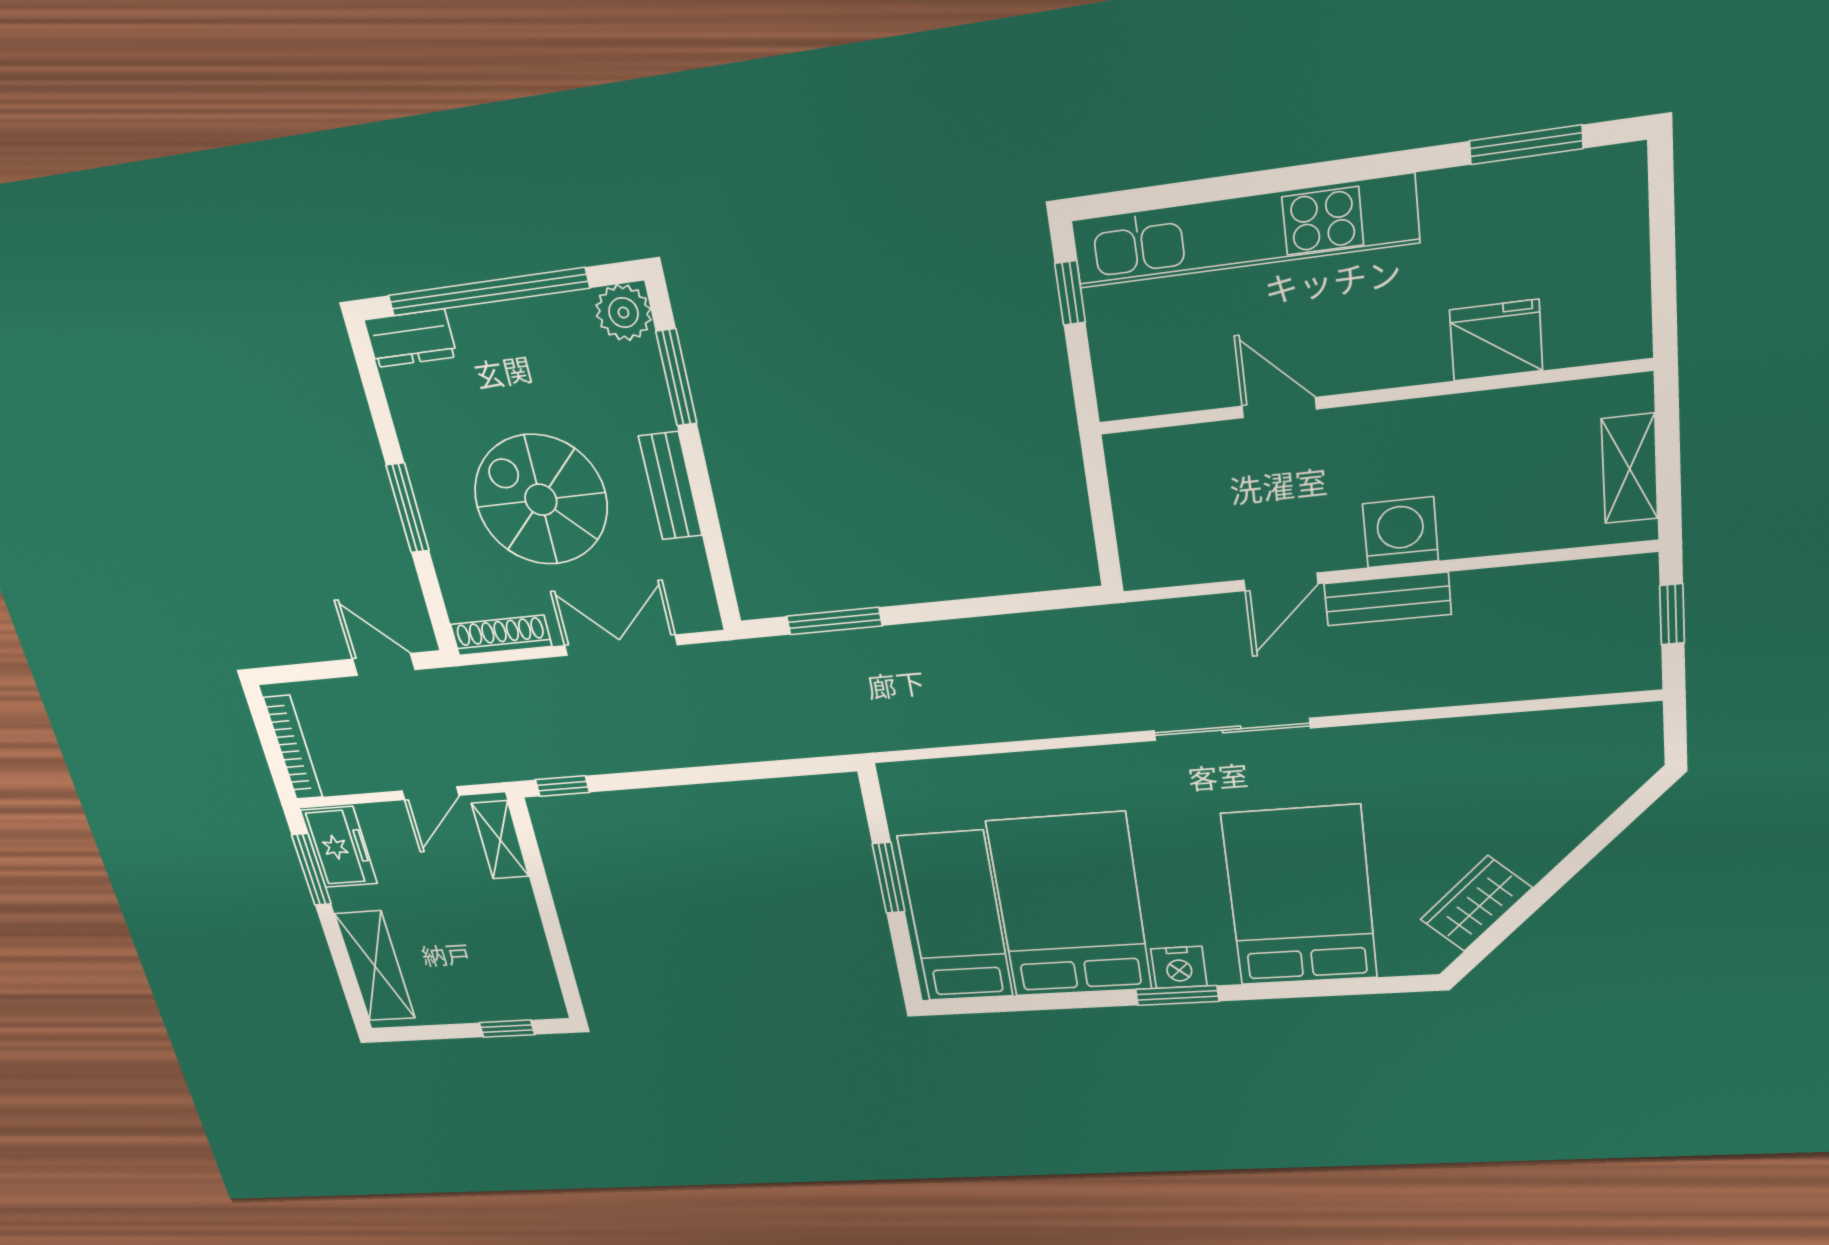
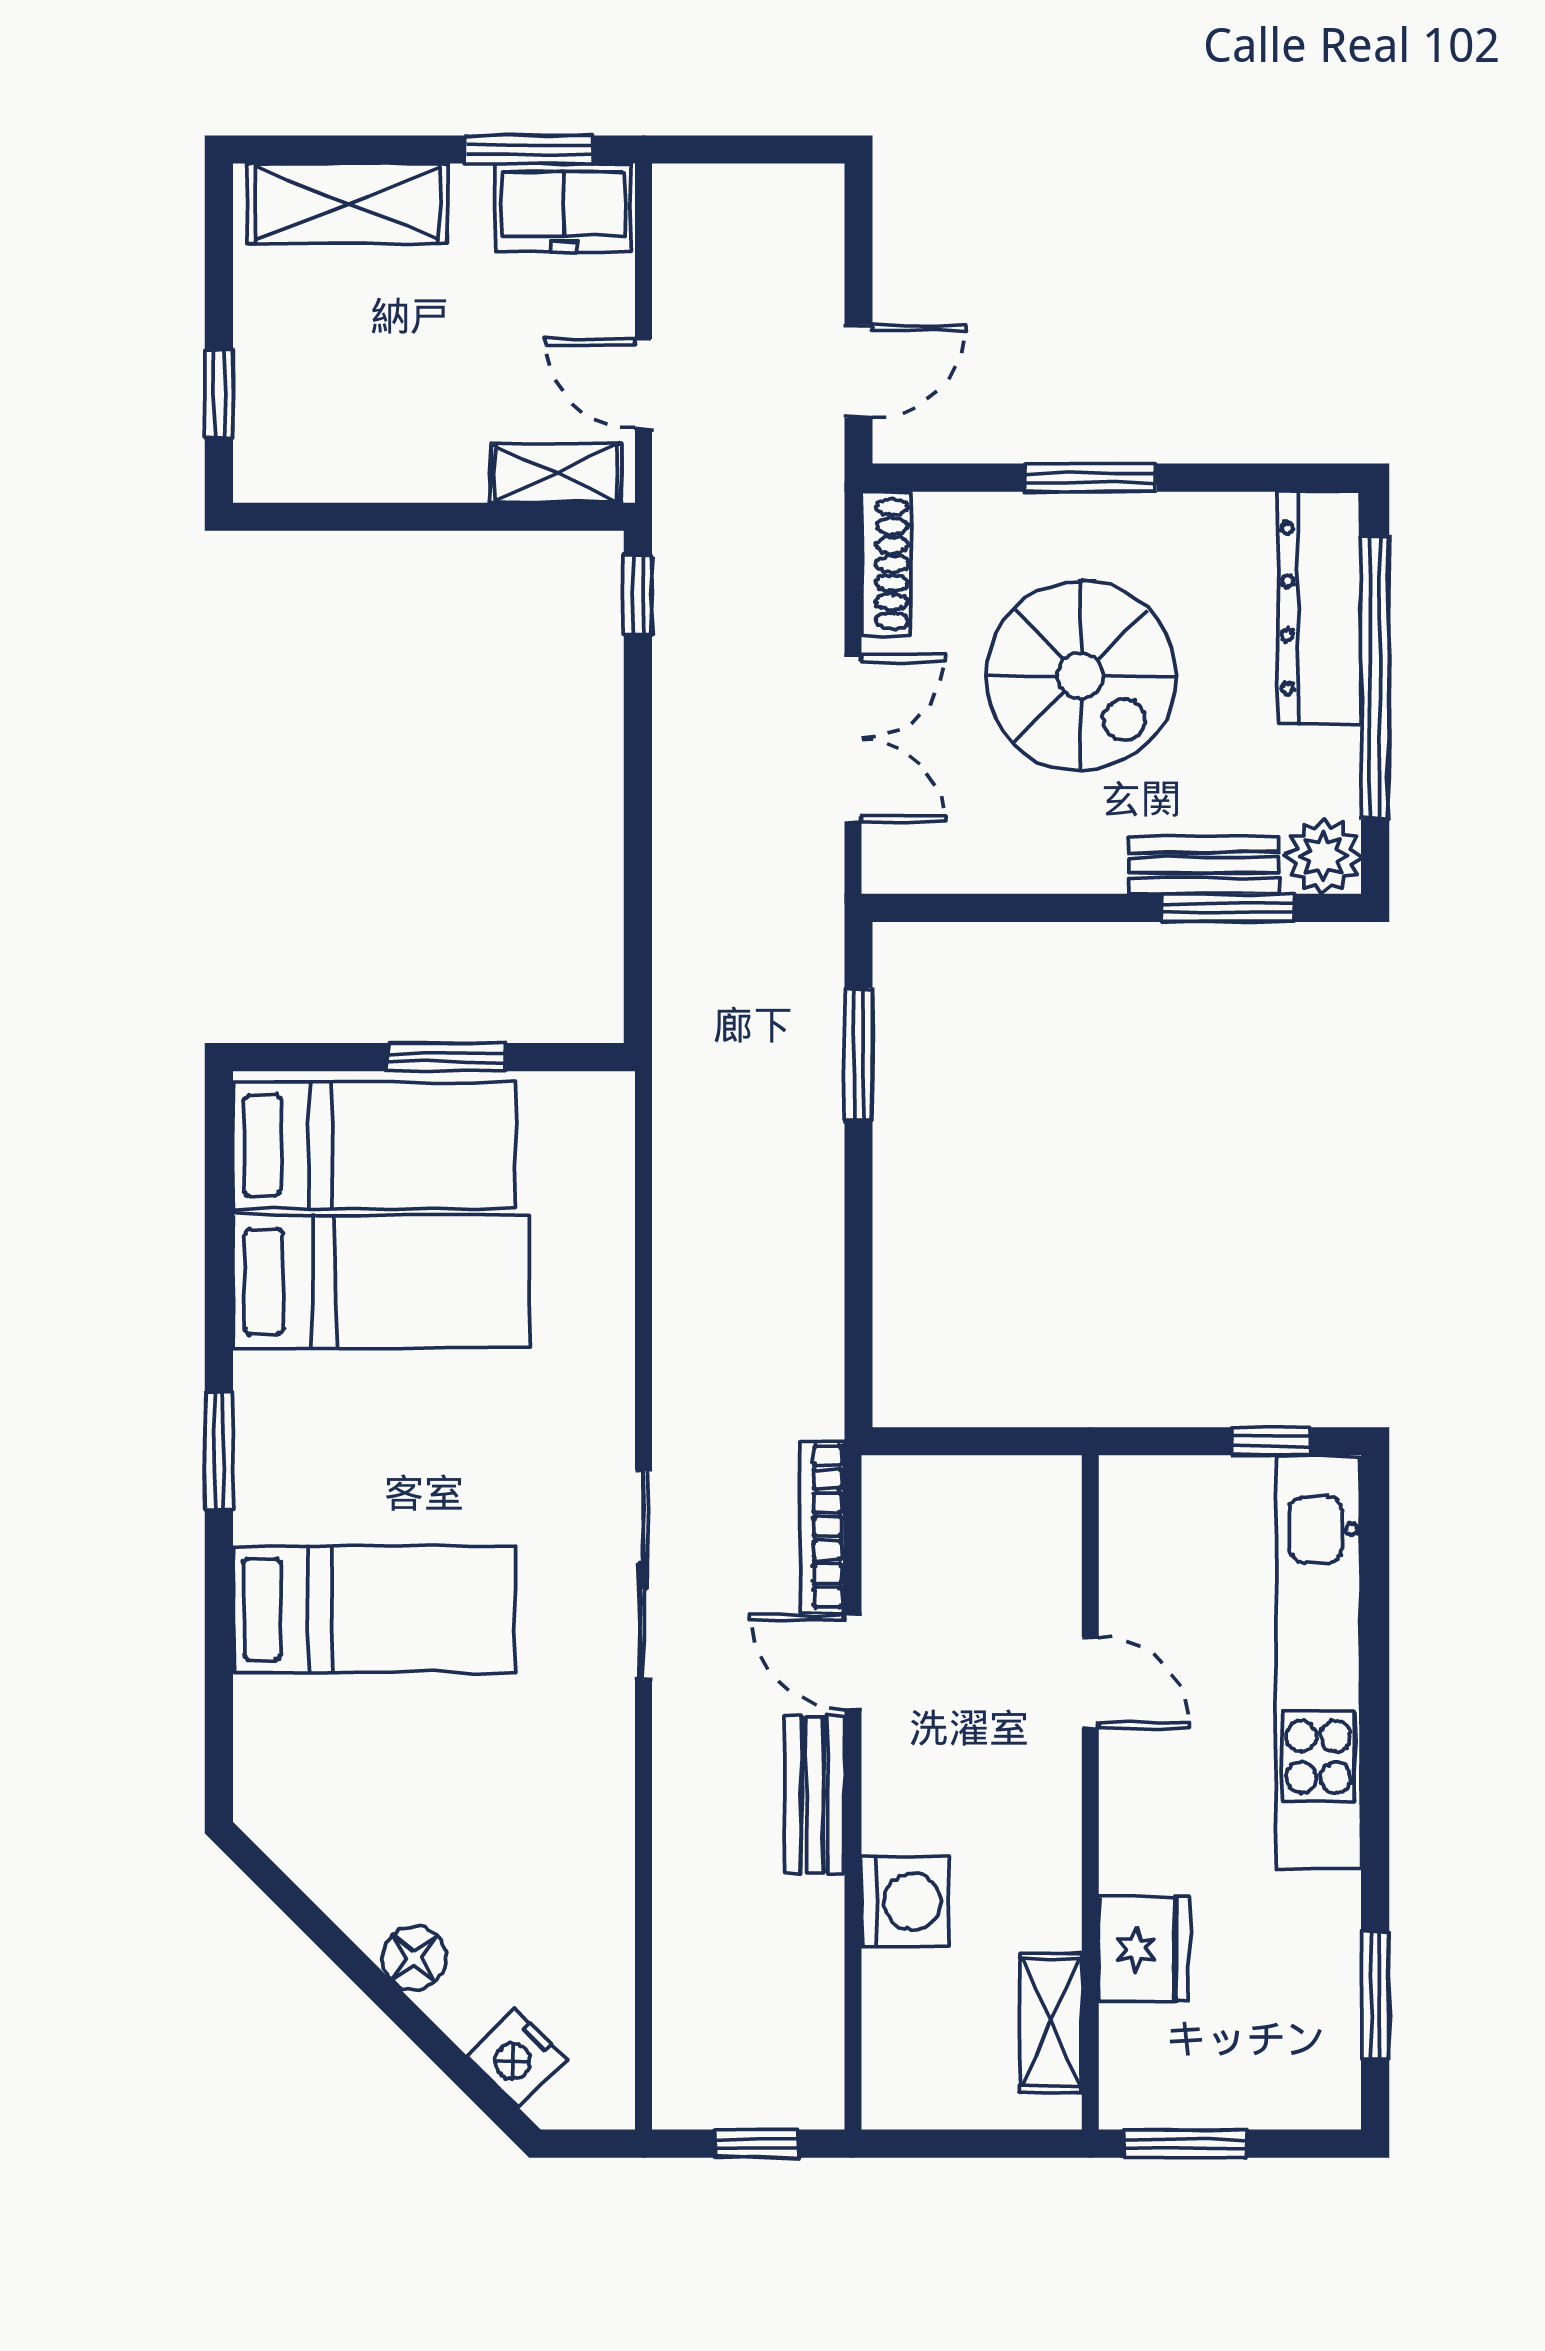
window: (1664, 286) -> (1186, 2144), added
dresser: (410, 338) -> (1320, 608), width x1.96, depth x1.24
door: (1279, 408) -> (1090, 1682), hinge flipped
shelving: (1630, 469) -> (1051, 2022), moved, turned 90
bench: (670, 486) -> (1204, 865), moved
spiral stairs: (541, 500) -> (1081, 676), turned 90
washing machine: (1401, 532) -> (905, 1901), moved
bookcase: (293, 748) -> (822, 1526), moved, turned 90
floor lamp: (1534, 857) -> (414, 1958), added
bed: (1300, 896) -> (374, 1609), width x0.67
wardrobe: (1476, 904) -> (345, 1878), removed
bed: (1070, 906) -> (381, 1281), width x0.67
nightstand: (1179, 967) -> (516, 2057), moved, turned -45

